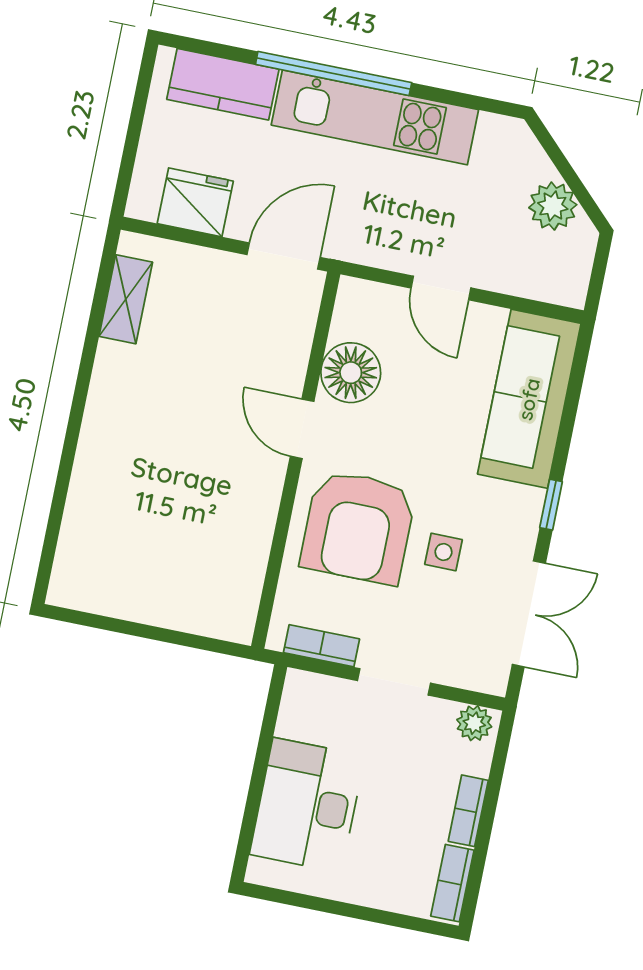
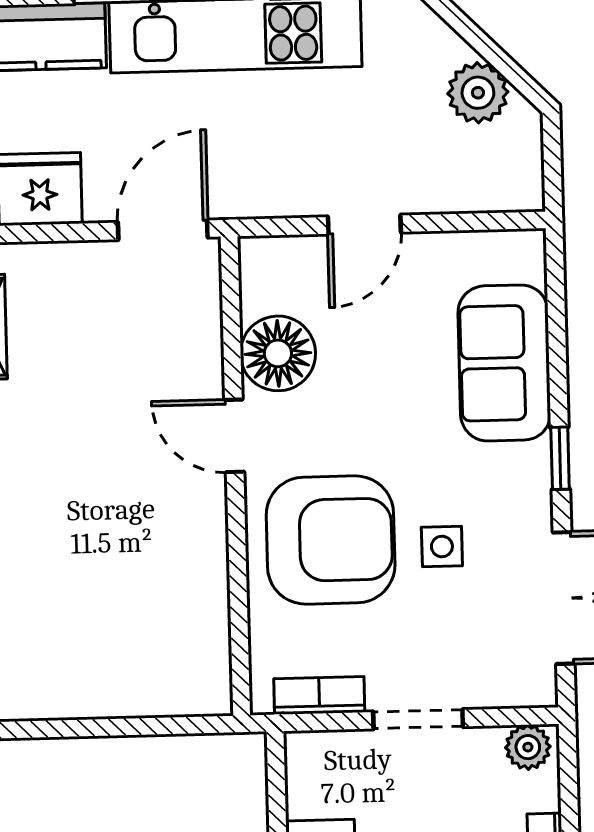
door: (441, 288) -> (364, 225), hinge flipped
sofa: (529, 399) -> (504, 363), width x0.73
armchair: (358, 527) -> (331, 540), turned -90

